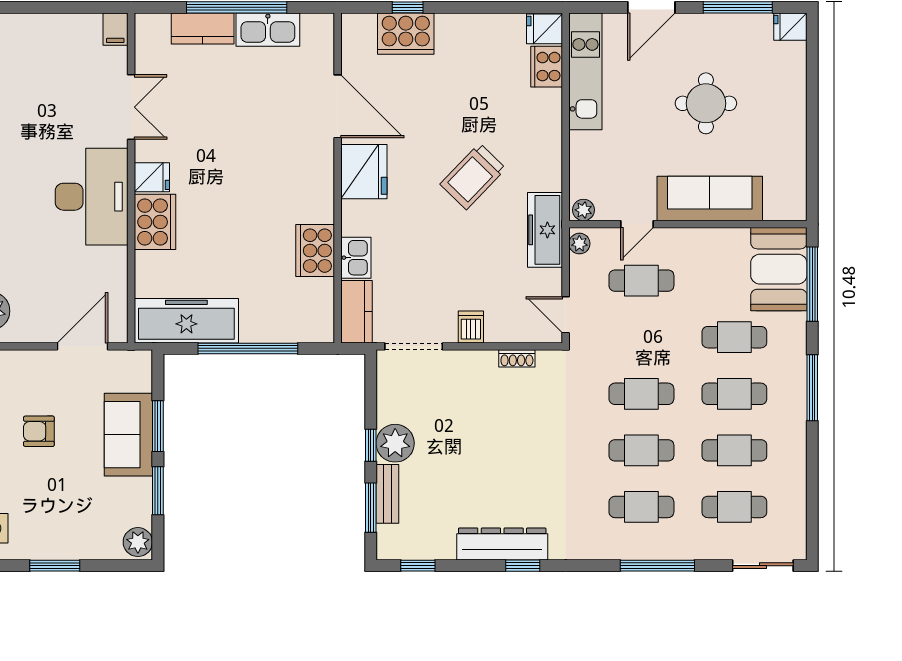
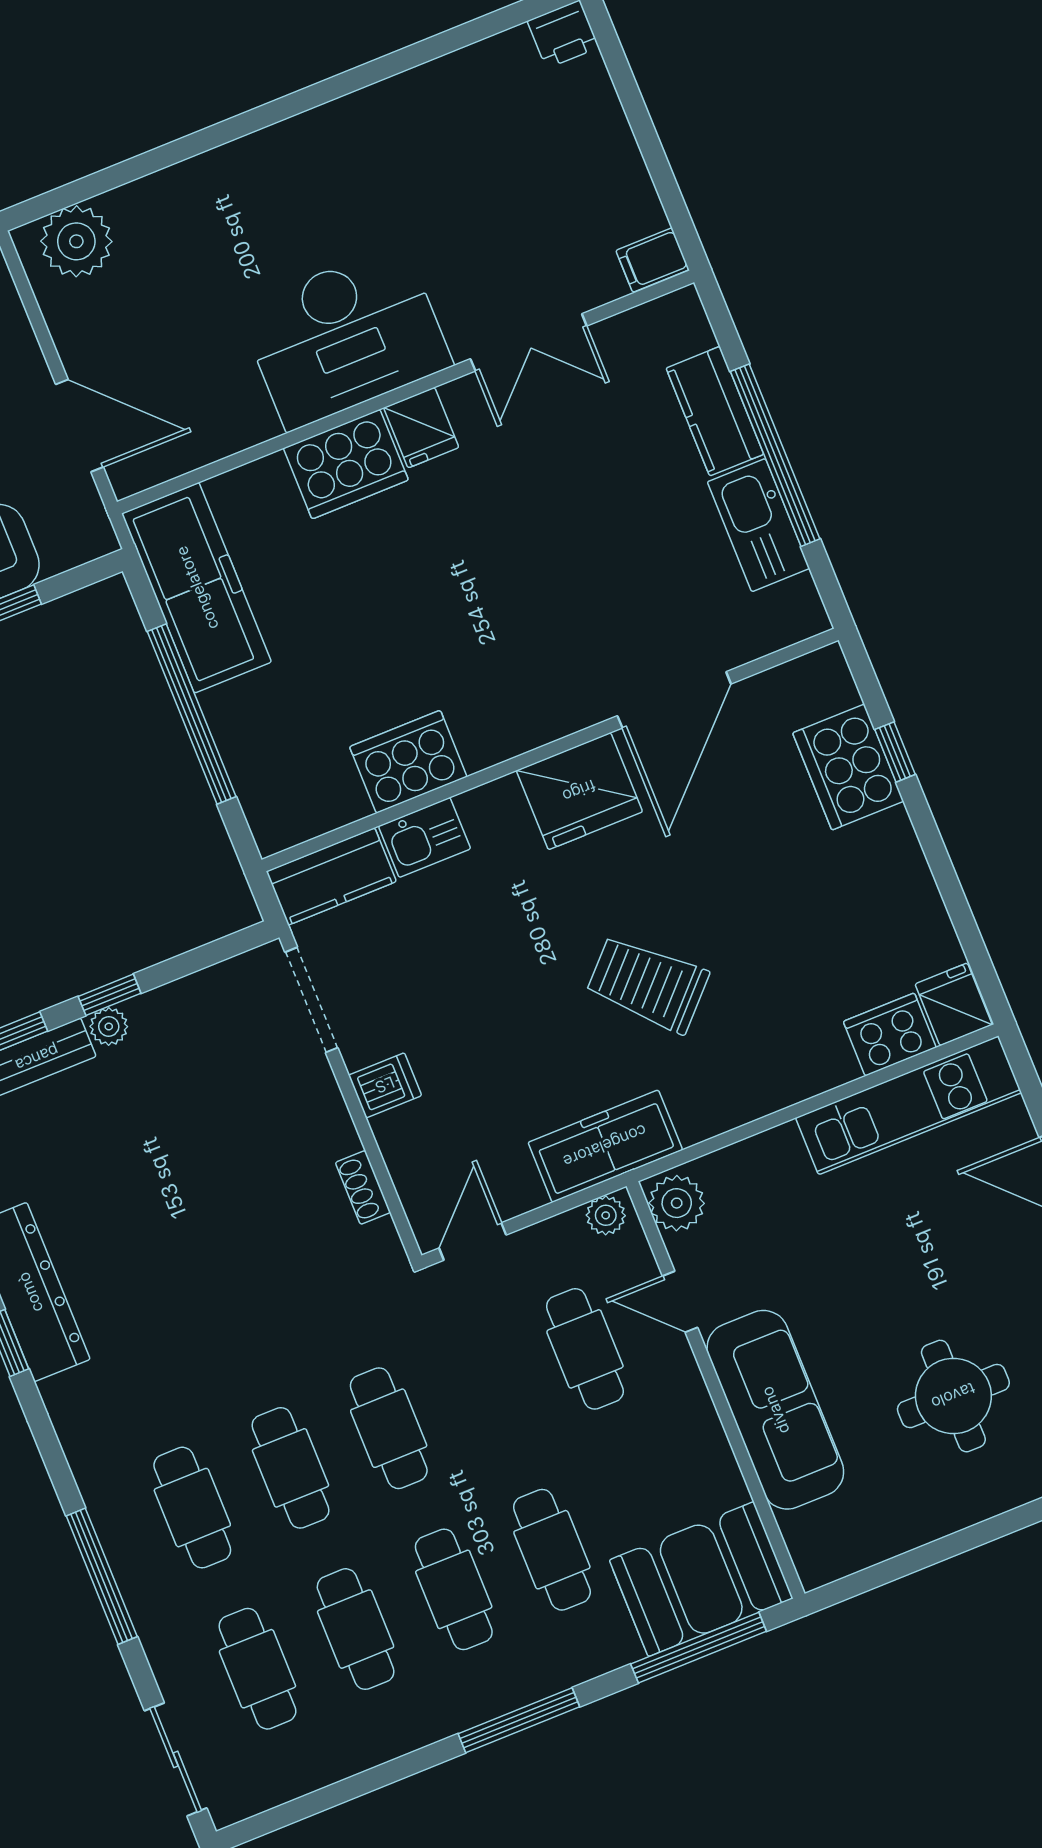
round table: (706, 103) -> (953, 1396), moved
plant: (583, 210) -> (677, 1203), width x1.38, depth x1.38
plant: (395, 443) -> (109, 1027), width x0.53, depth x0.53

